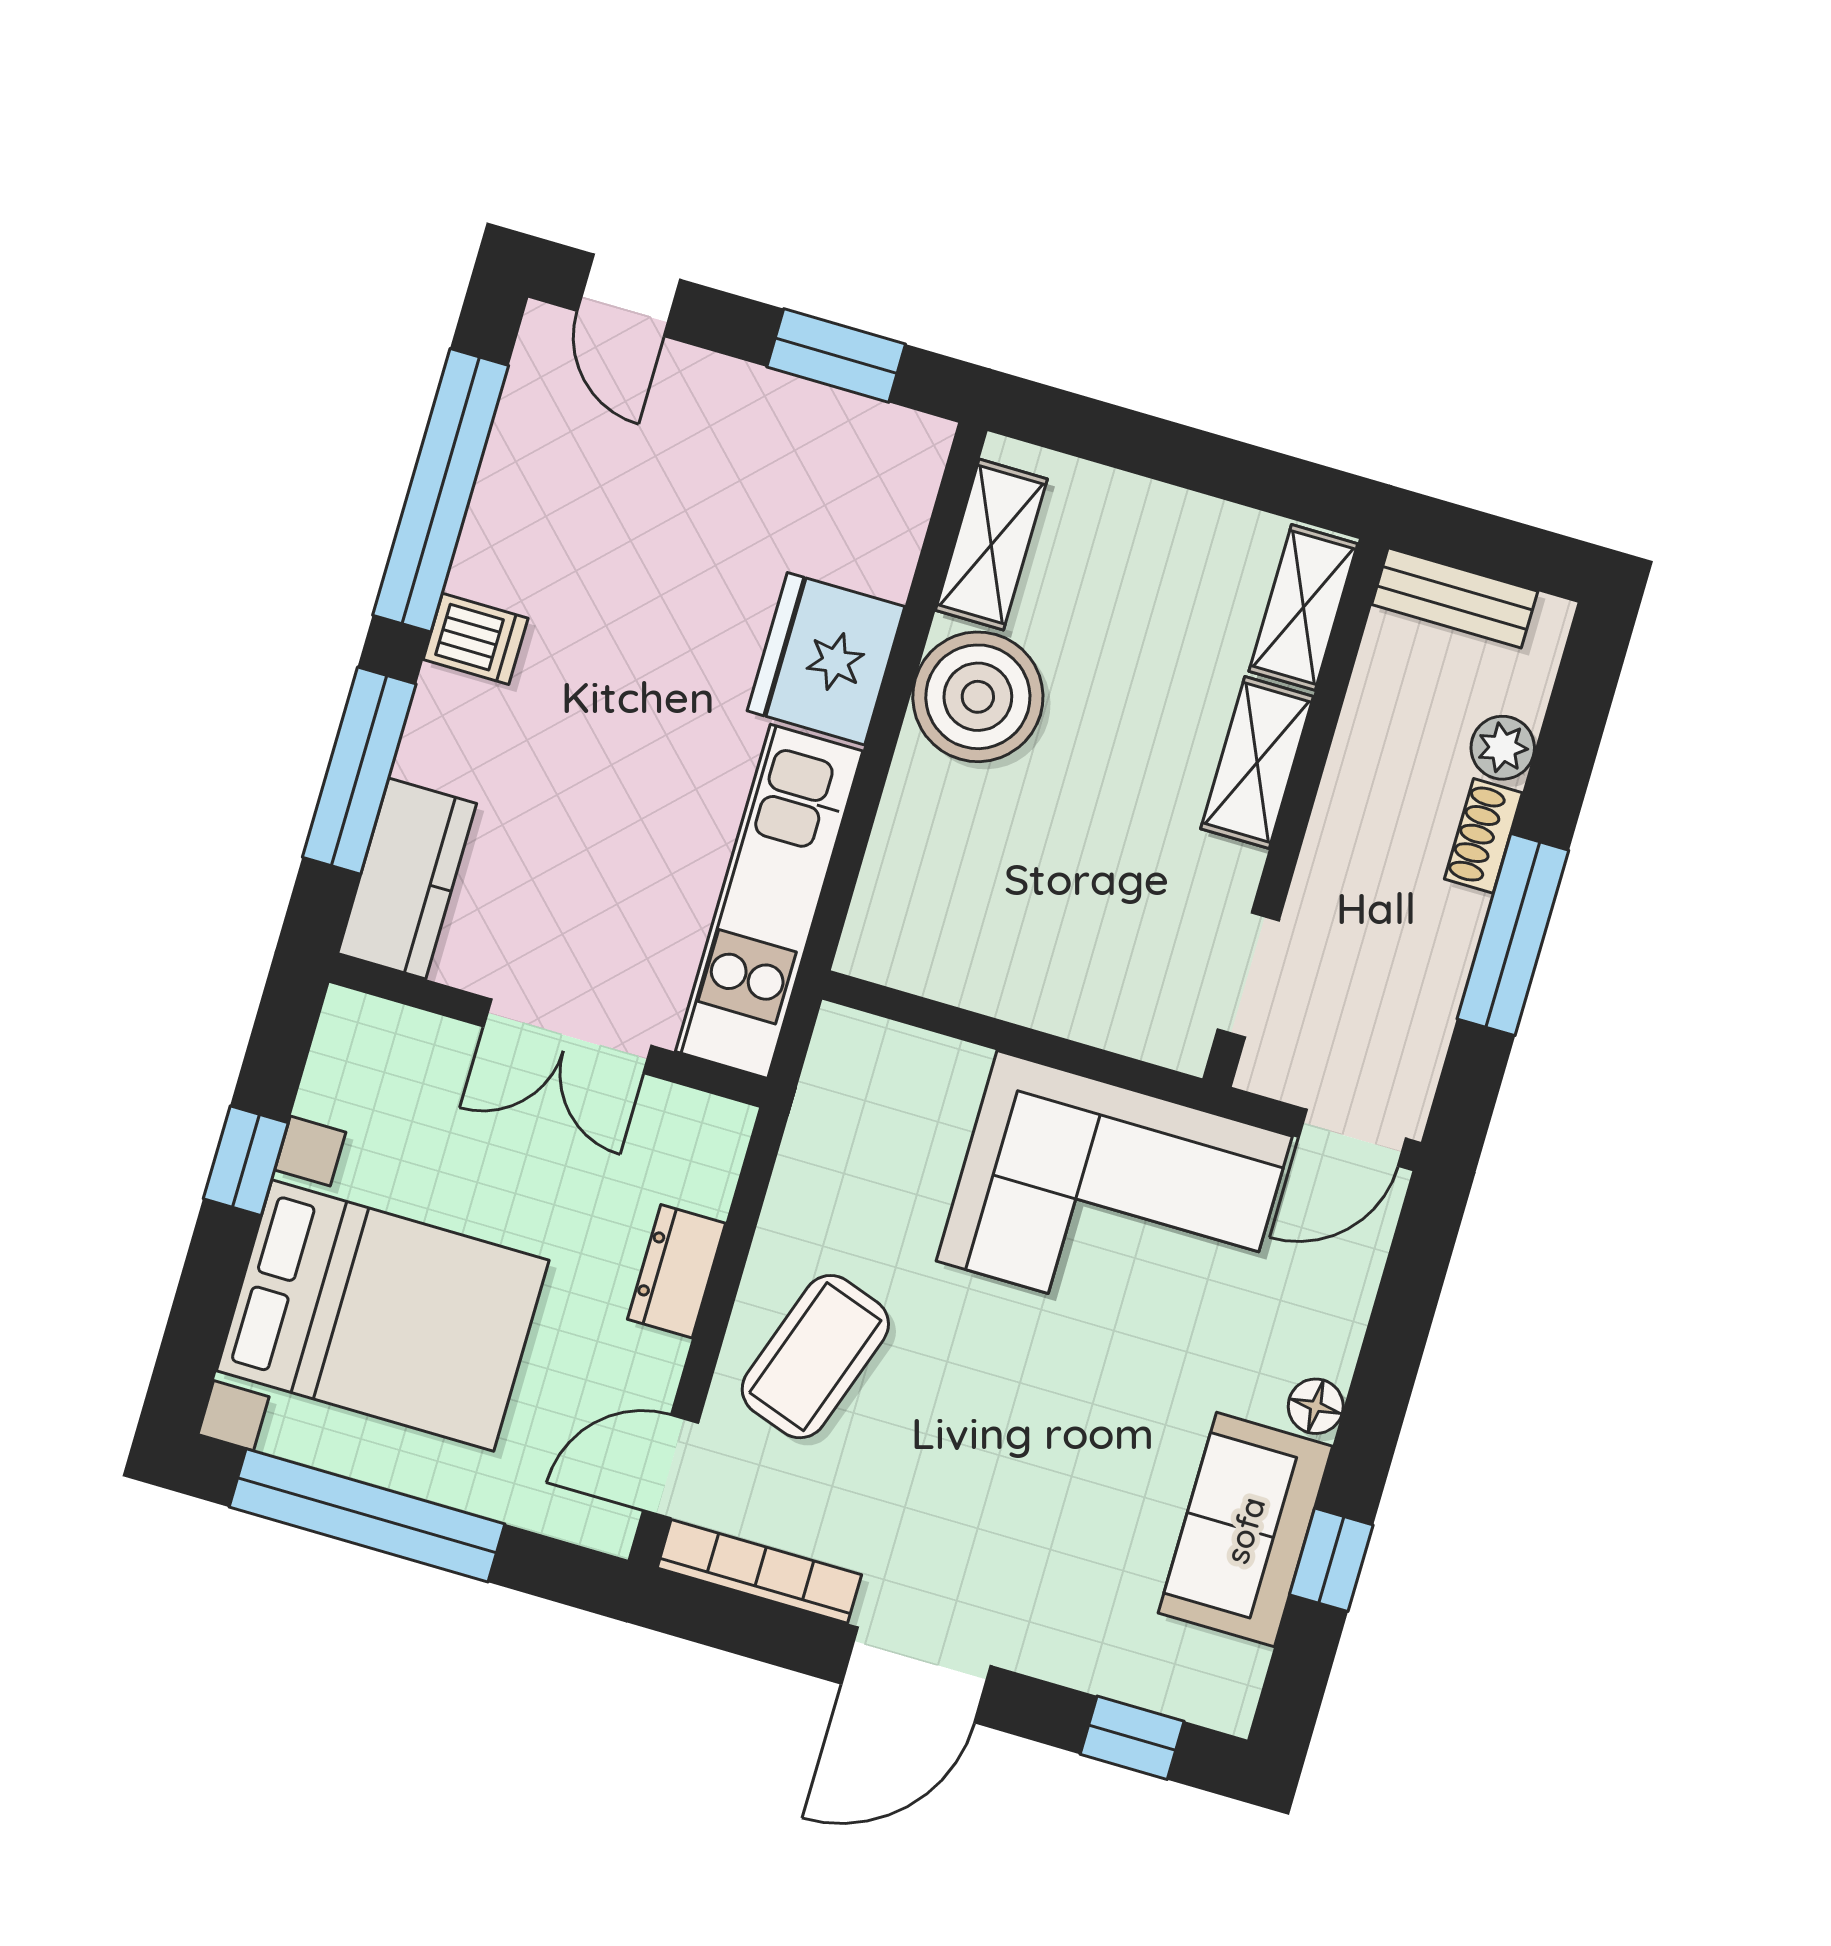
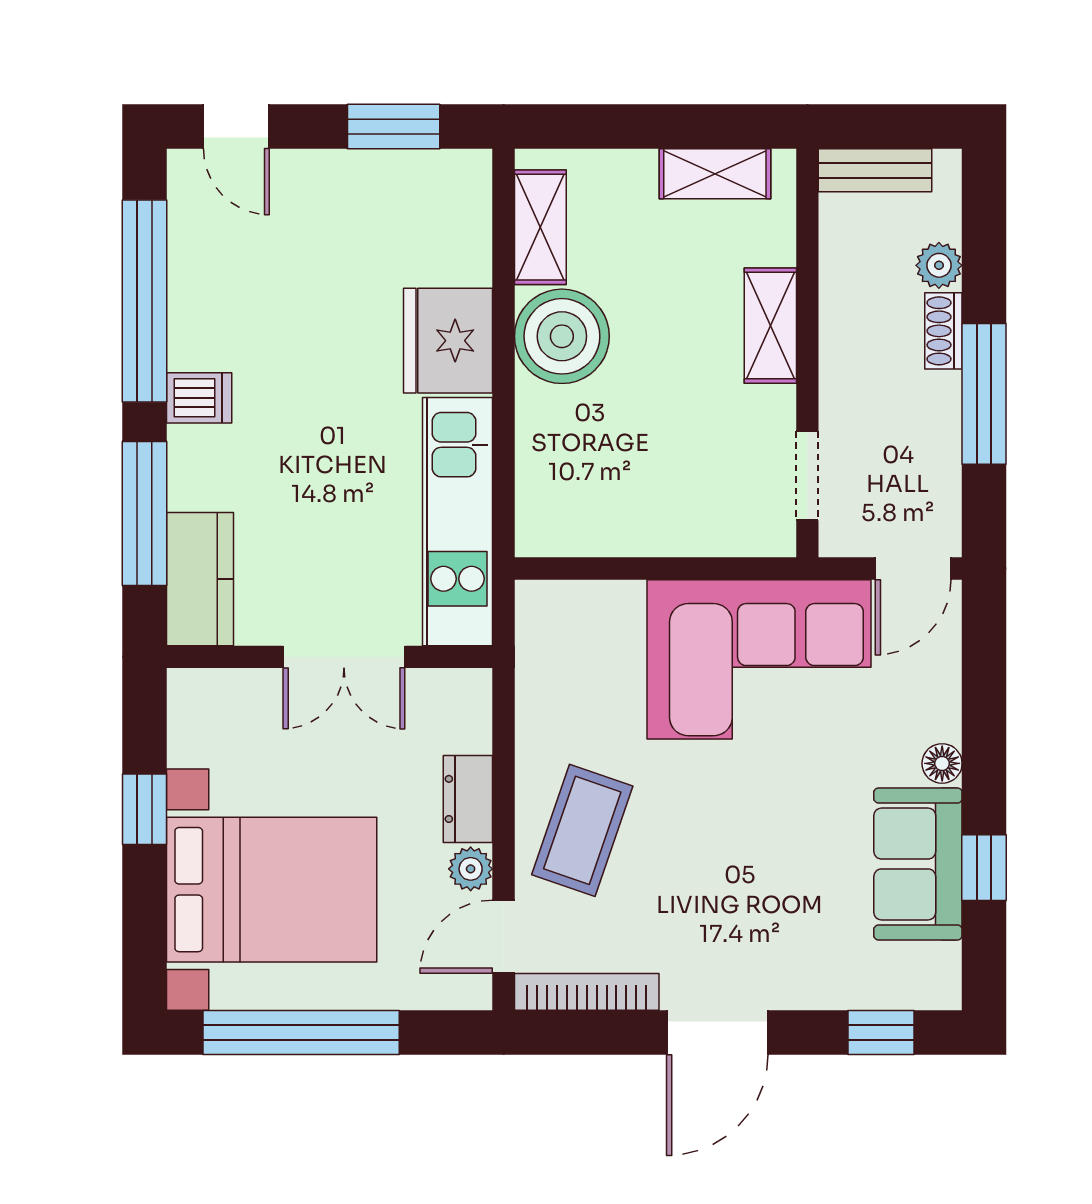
shelving: (1303, 607) -> (715, 174), moved, turned 90
plant: (653, 1365) -> (471, 869), added

